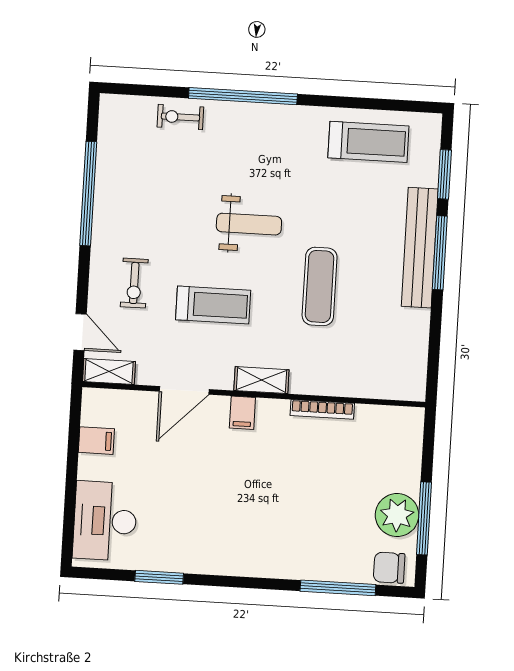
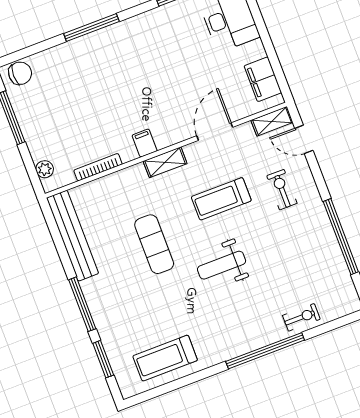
bench: (420, 248) -> (73, 236), moved
bookcase: (322, 409) -> (98, 167), moved
filing cabinet: (242, 413) -> (145, 143), moved
filing cabinet: (96, 441) -> (263, 79), width x2.00
plant: (397, 515) -> (45, 169), moved, width x0.53, depth x0.53
window: (338, 588) -> (91, 28), moved

